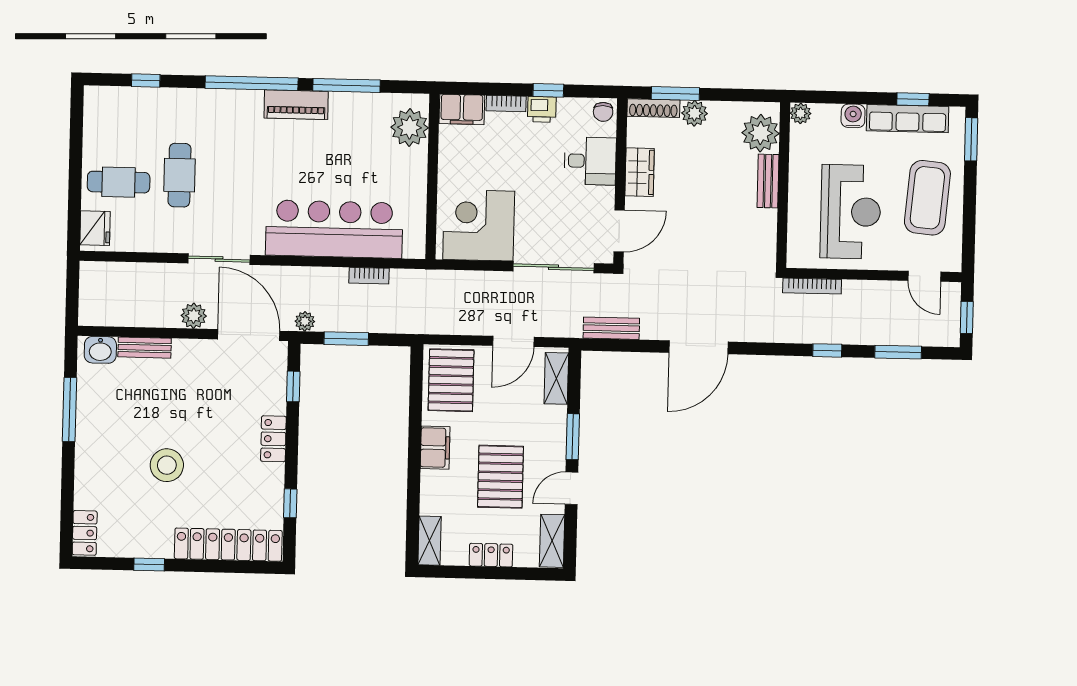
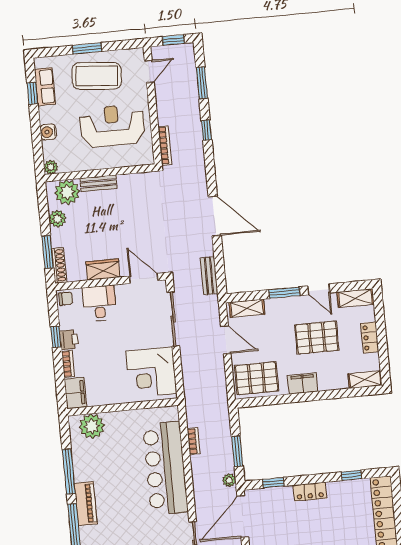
plant: (695, 113) -> (57, 219), moved
row of seats: (908, 119) -> (45, 87), width x0.68
window: (971, 139) -> (87, 48), moved

